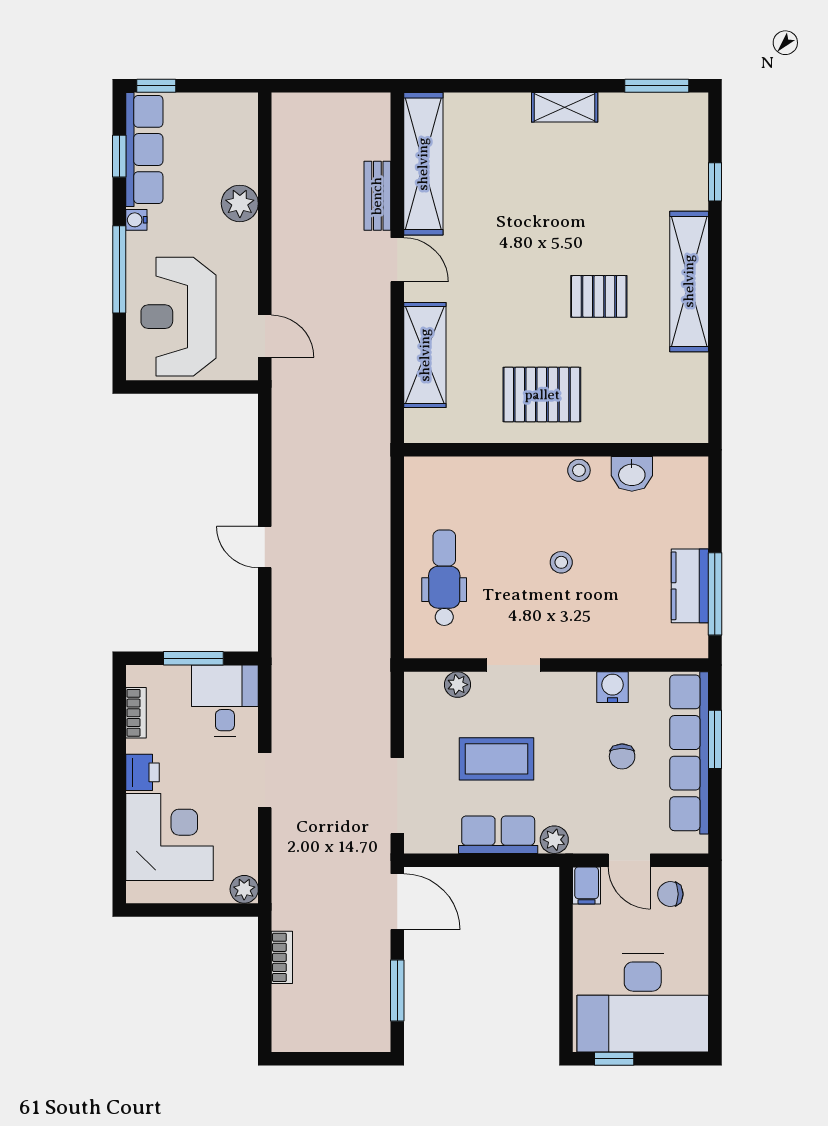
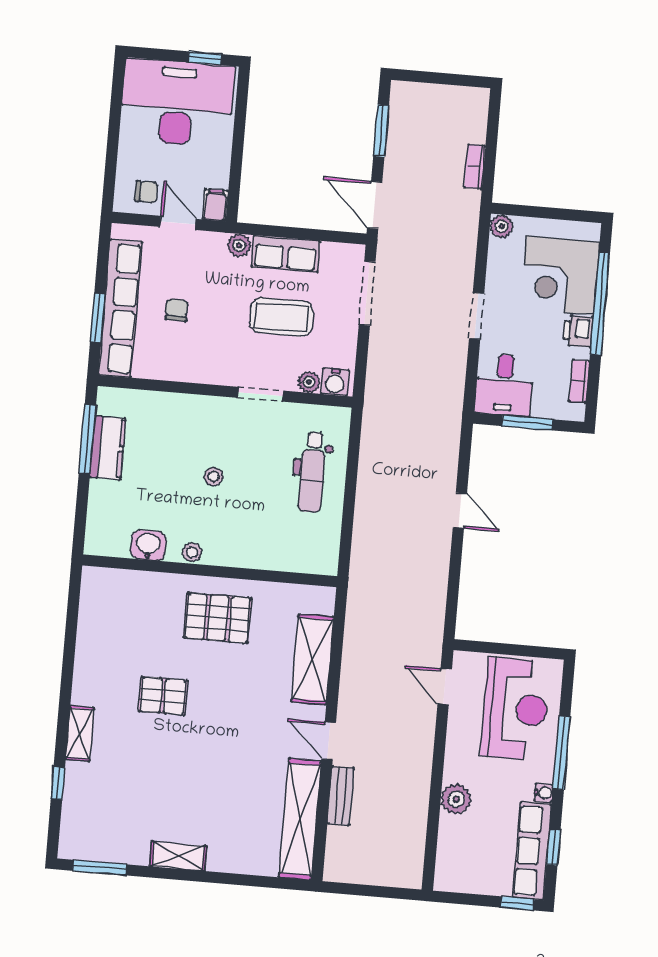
shelving: (689, 281) -> (80, 734), width x0.45, depth x0.75
water cooler: (612, 687) -> (335, 382), moved
window: (119, 807) -> (600, 304), added

